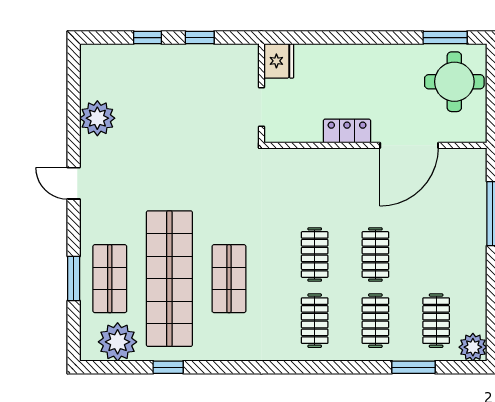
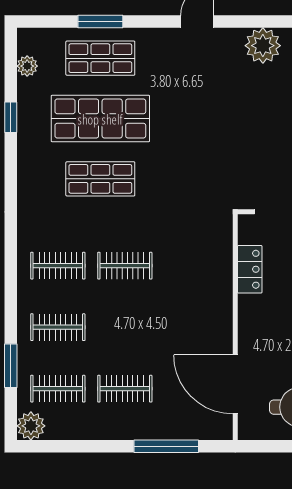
locker: (347, 131) -> (250, 269), moved
door: (409, 145) -> (235, 384), moved
clothes rail: (375, 254) -> (125, 389), moved
shop shelf: (169, 279) -> (100, 119), width x0.71
plant: (118, 342) -> (27, 66), width x0.53, depth x0.53

